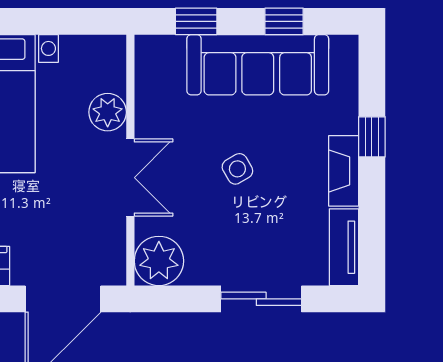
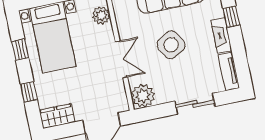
plant: (108, 112) -> (101, 15), moved
side table: (237, 169) -> (171, 45), width x1.87, depth x1.87

